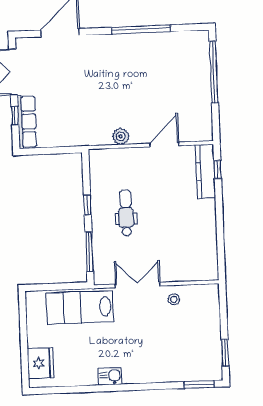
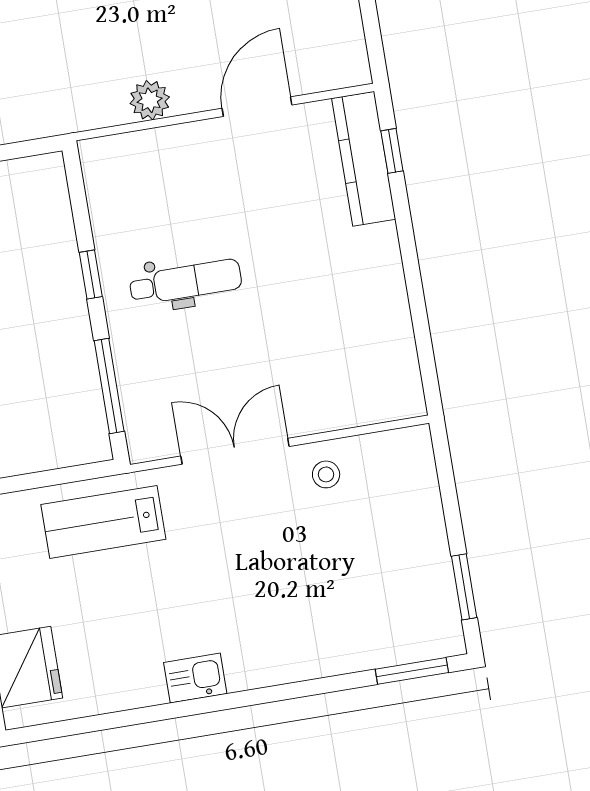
dental chair: (126, 213) -> (186, 282), turned 90
lab bench: (80, 307) -> (103, 522), width x0.73, depth x0.72

